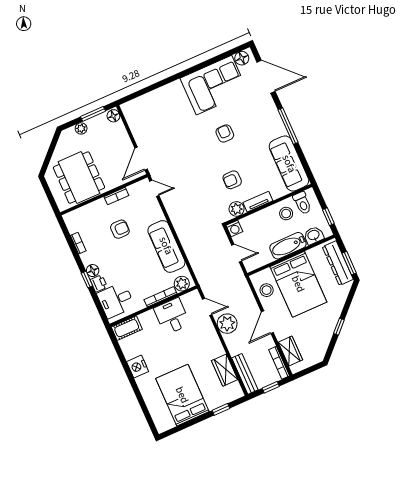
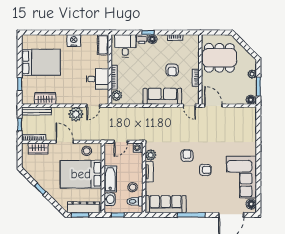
armchair: (232, 180) -> (187, 156), moved
door: (154, 188) -> (189, 106), hinge flipped
sofa: (166, 246) -> (162, 96), moved

